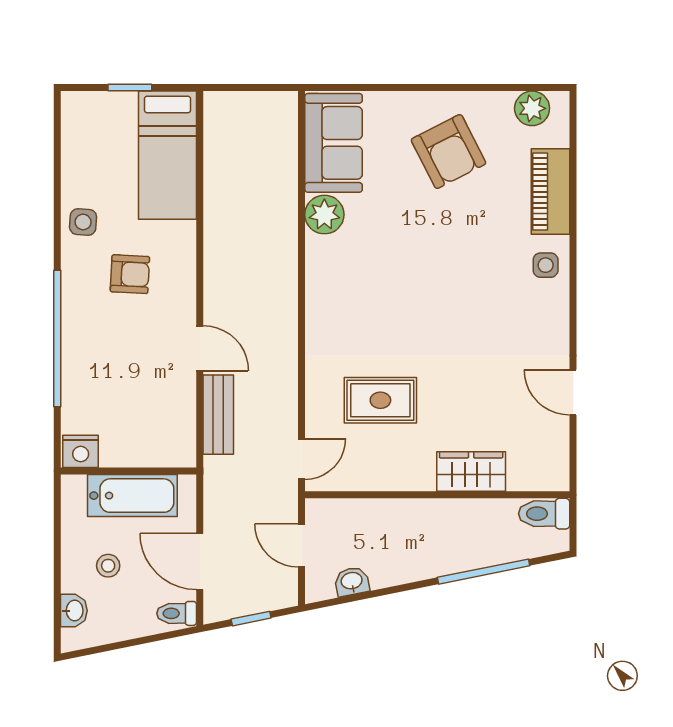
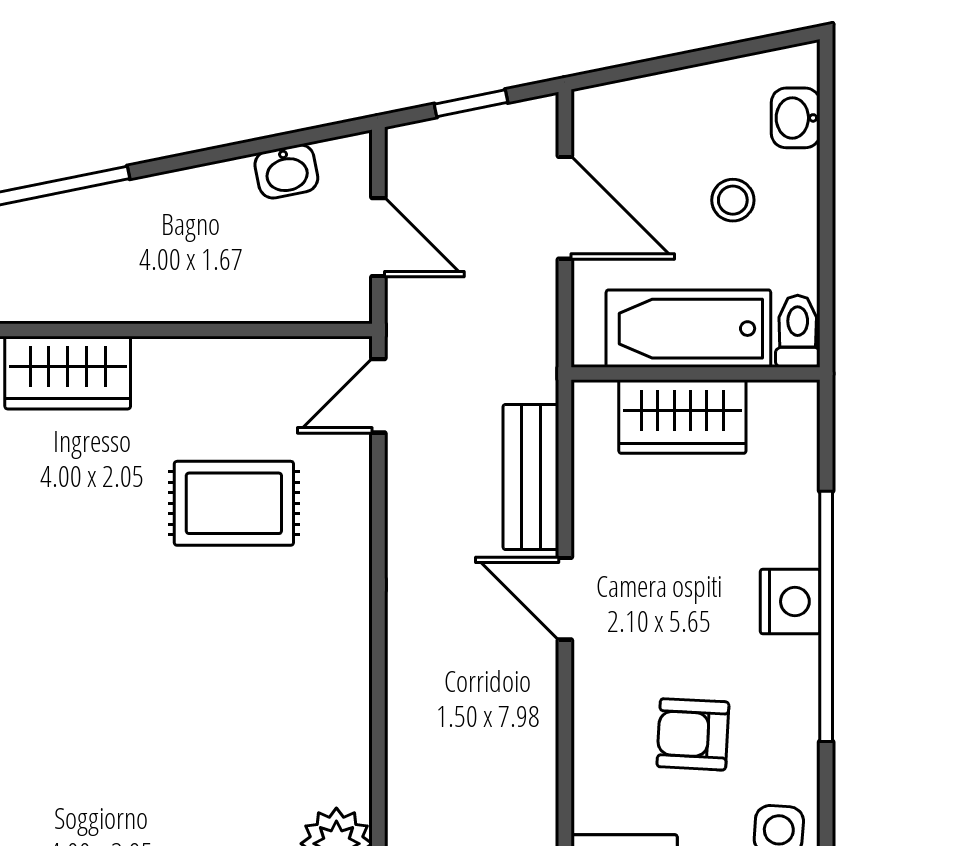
wardrobe: (136, 448) -> (682, 417), added
nightstand: (81, 451) -> (790, 602), moved, turned 90
toilet: (177, 613) -> (798, 331), moved, turned -90

